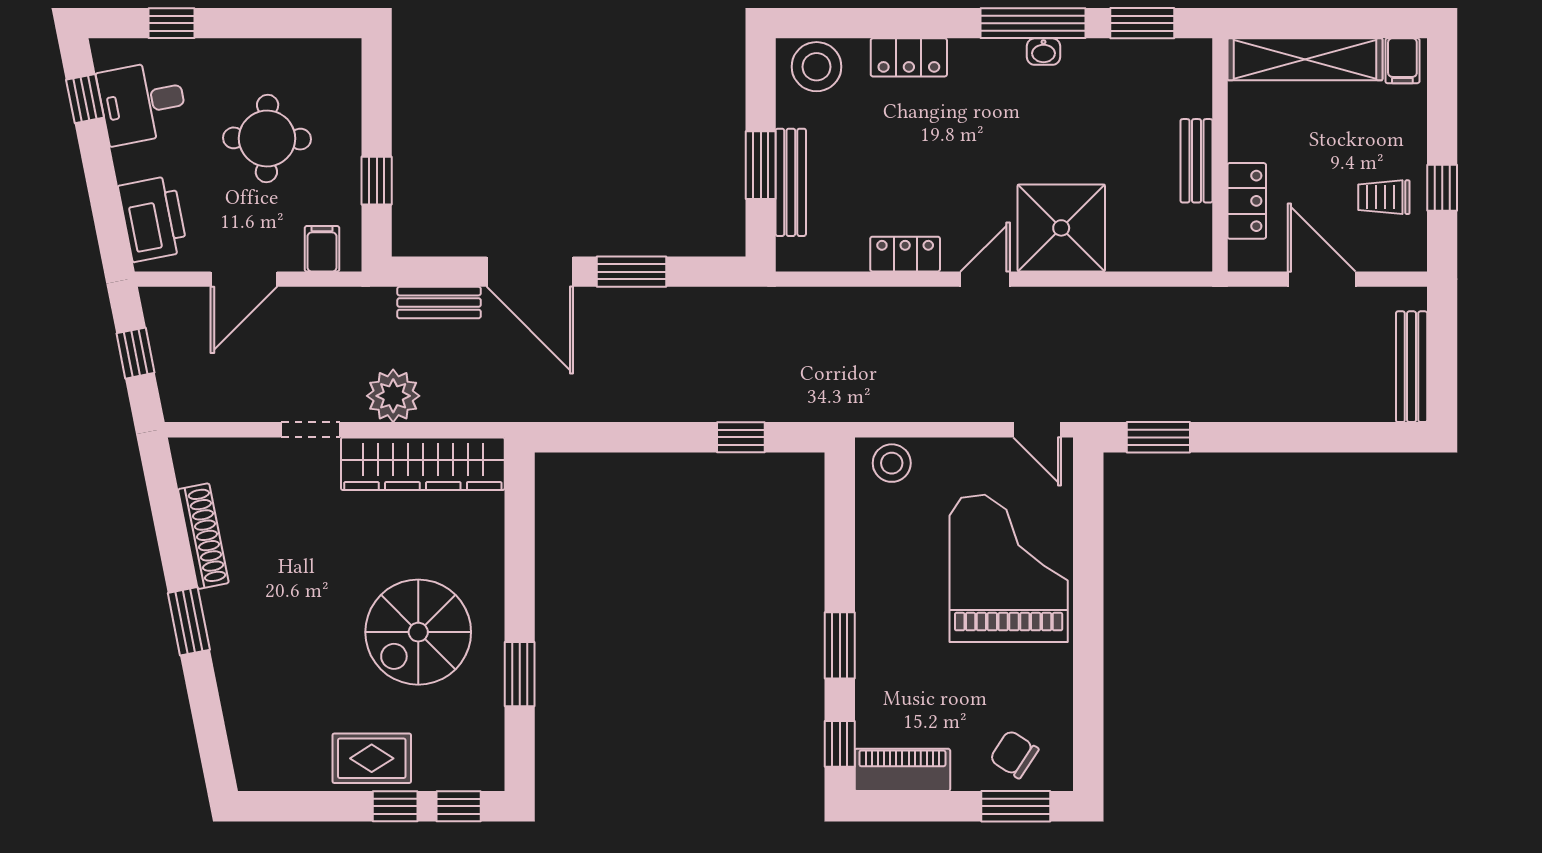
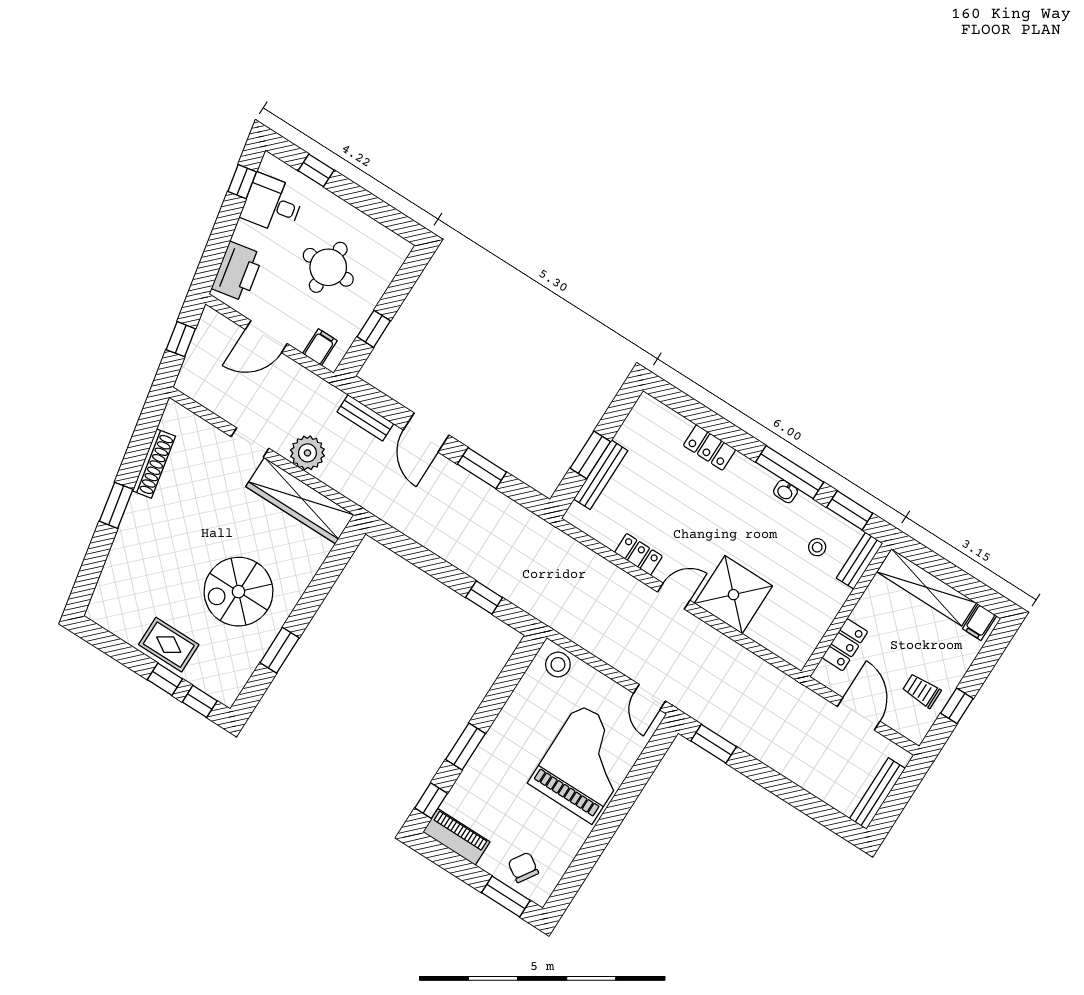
stool: (817, 67) -> (817, 547), moved, width x0.53, depth x0.53
bench: (1197, 161) -> (860, 561), moved
door: (530, 272) -> (426, 433), width x0.73

